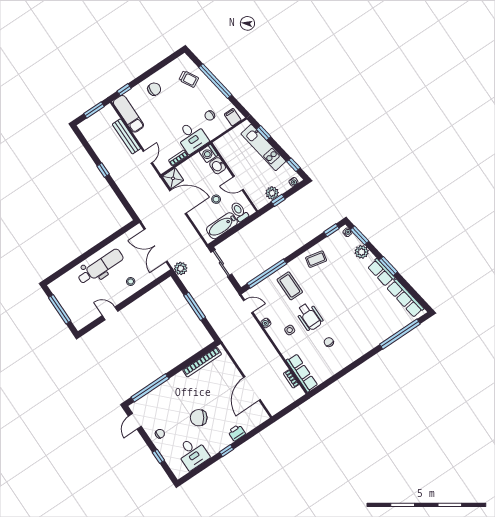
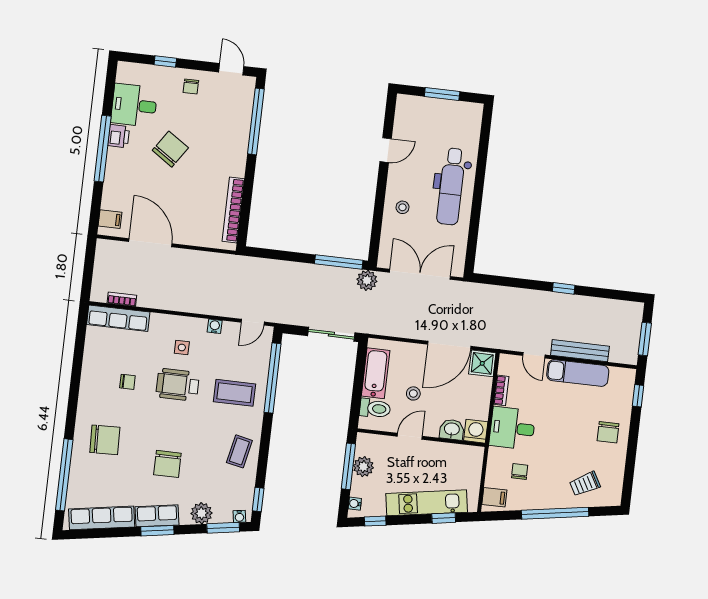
exam couch: (128, 114) -> (578, 373), moved
window: (278, 200) -> (348, 466), width x2.17
chair: (352, 289) -> (167, 464), added
window: (195, 306) -> (339, 262), moved
window: (60, 309) -> (442, 94), width x0.69
chair: (366, 329) -> (105, 440), added
filing cabinet: (257, 418) -> (110, 219), added
printer: (237, 433) -> (119, 136), moved
window: (227, 451) -> (103, 149), width x3.17

